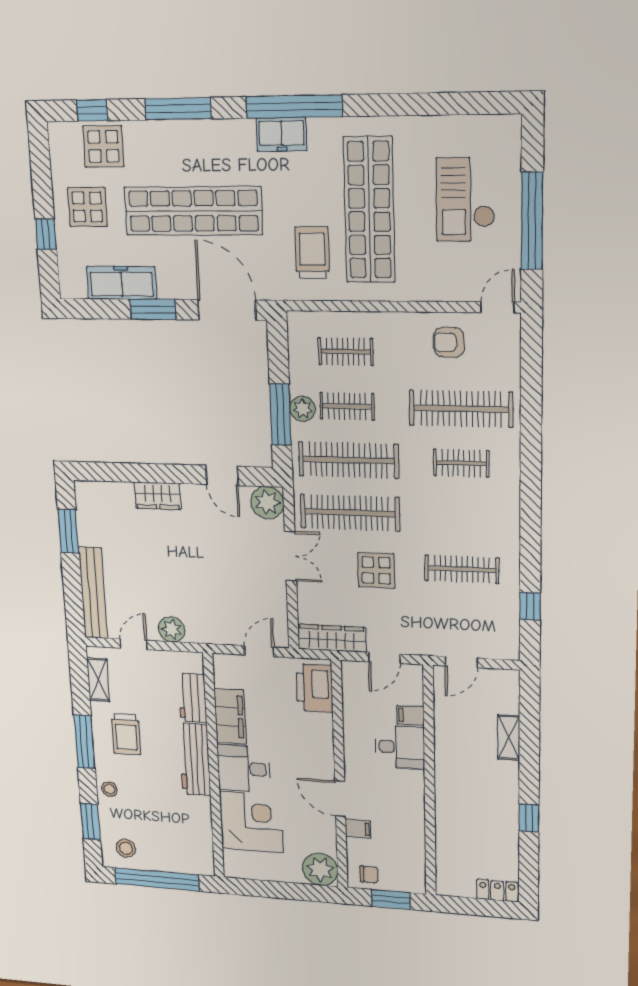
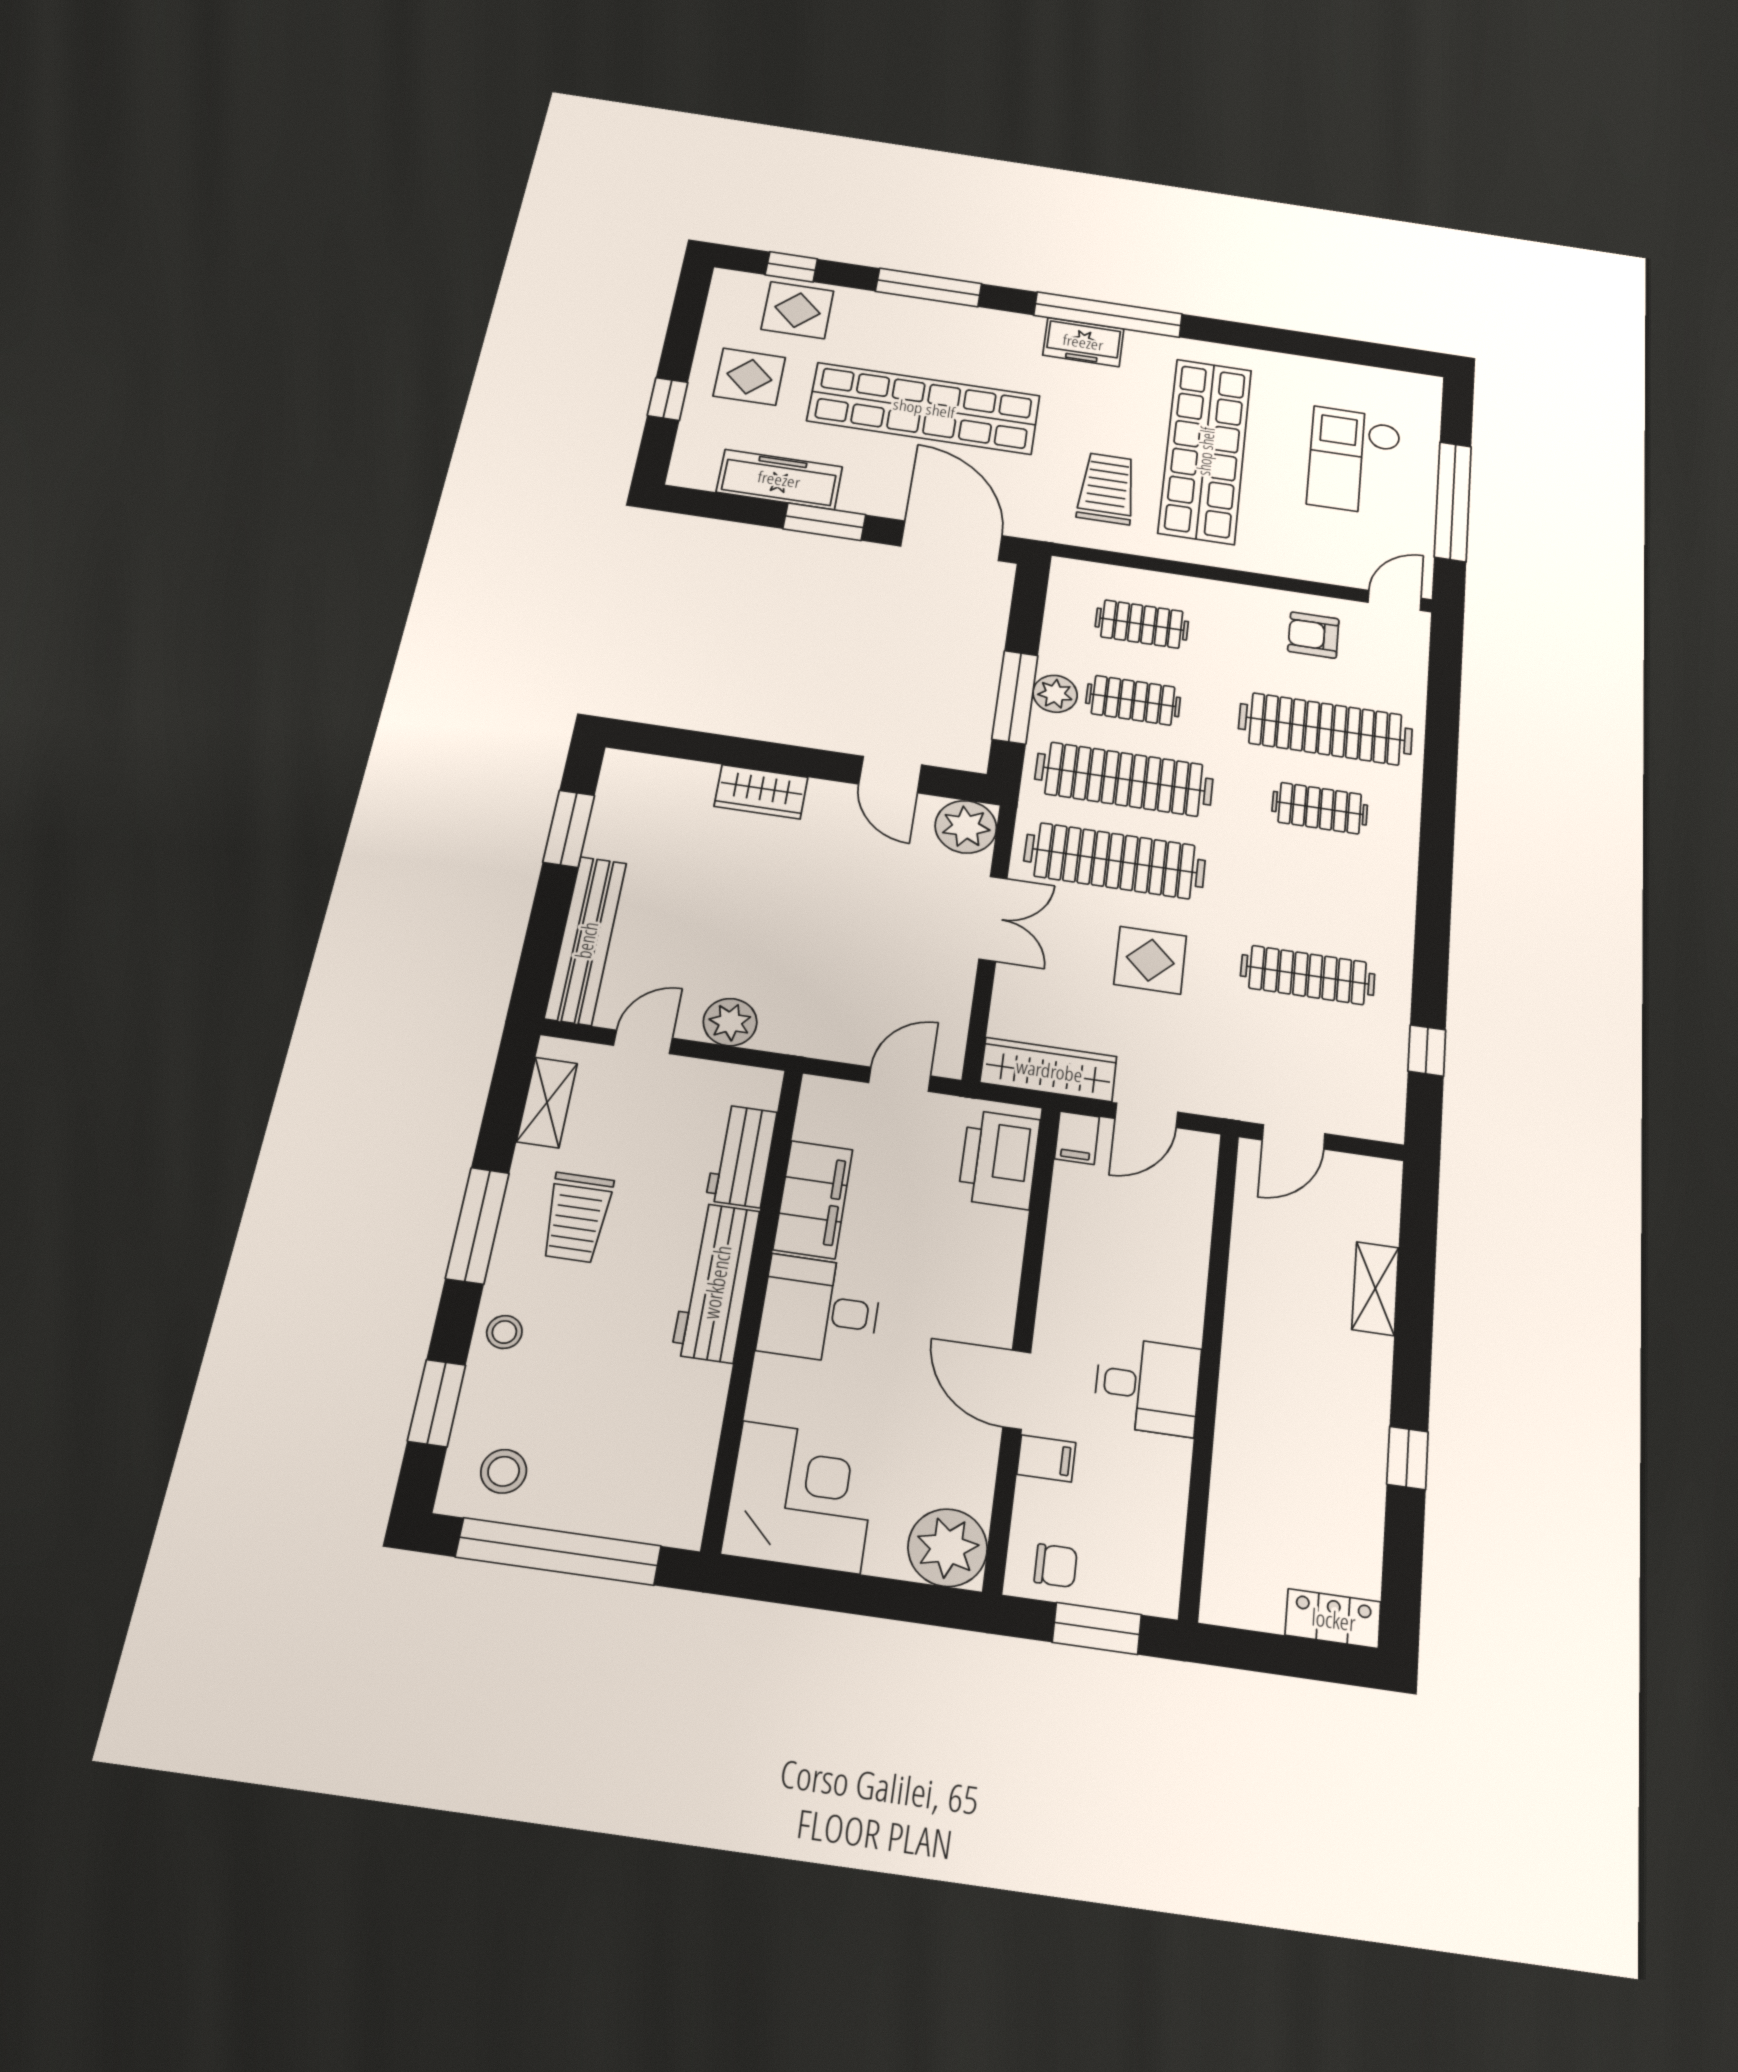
filing cabinet: (410, 715) -> (1077, 1138), moved, turned -90
desk: (400, 747) -> (1147, 1386), moved
corner desk: (251, 822) -> (801, 1497), moved

